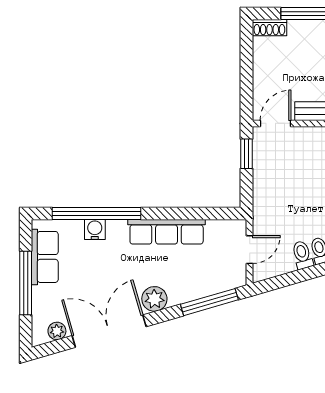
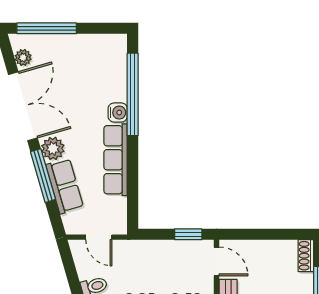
water cooler: (95, 230) -> (118, 113), moved
row of seats: (45, 257) -> (65, 186), moved, turned -106
window: (26, 283) -> (47, 28), moved
window: (209, 302) -> (43, 176), moved

